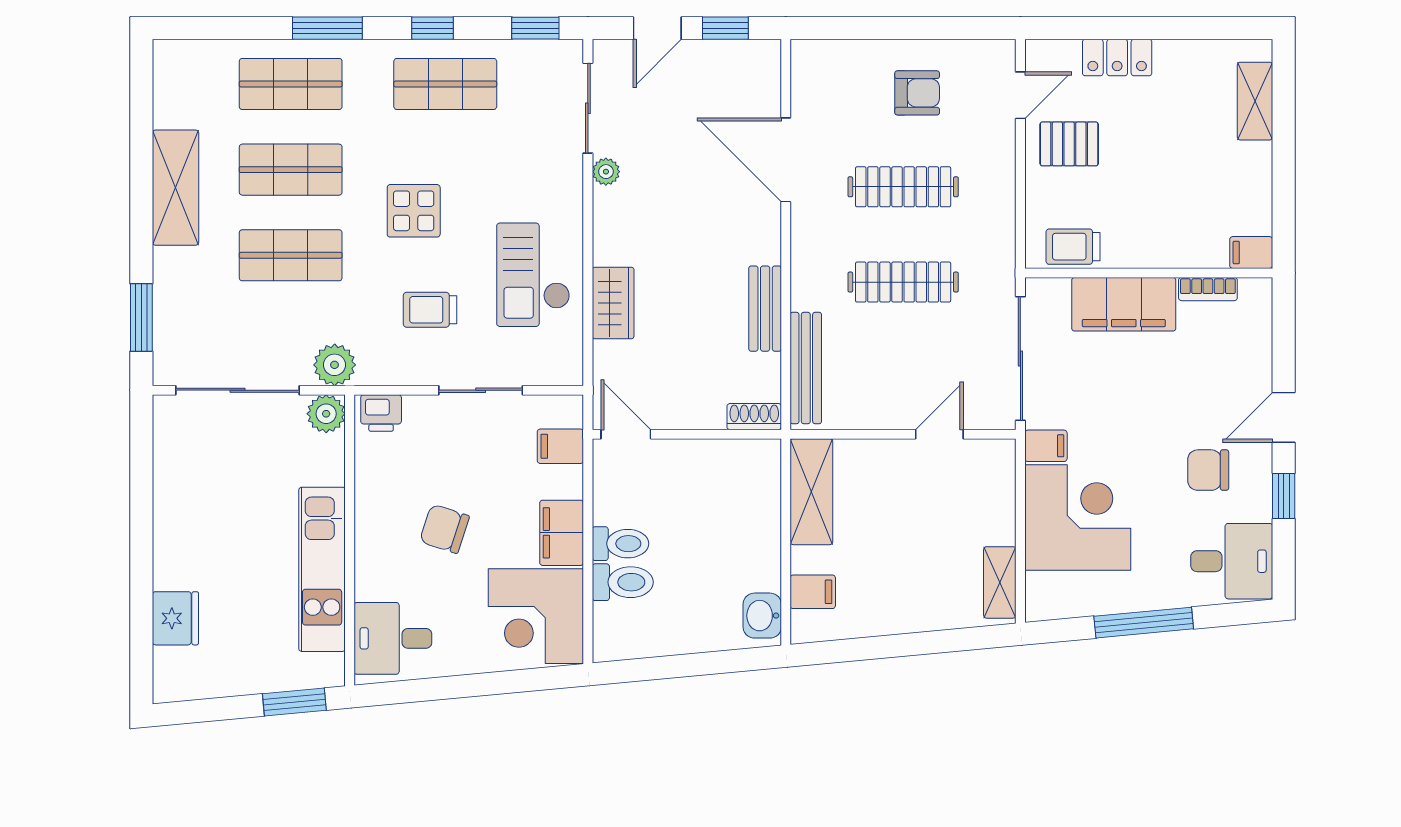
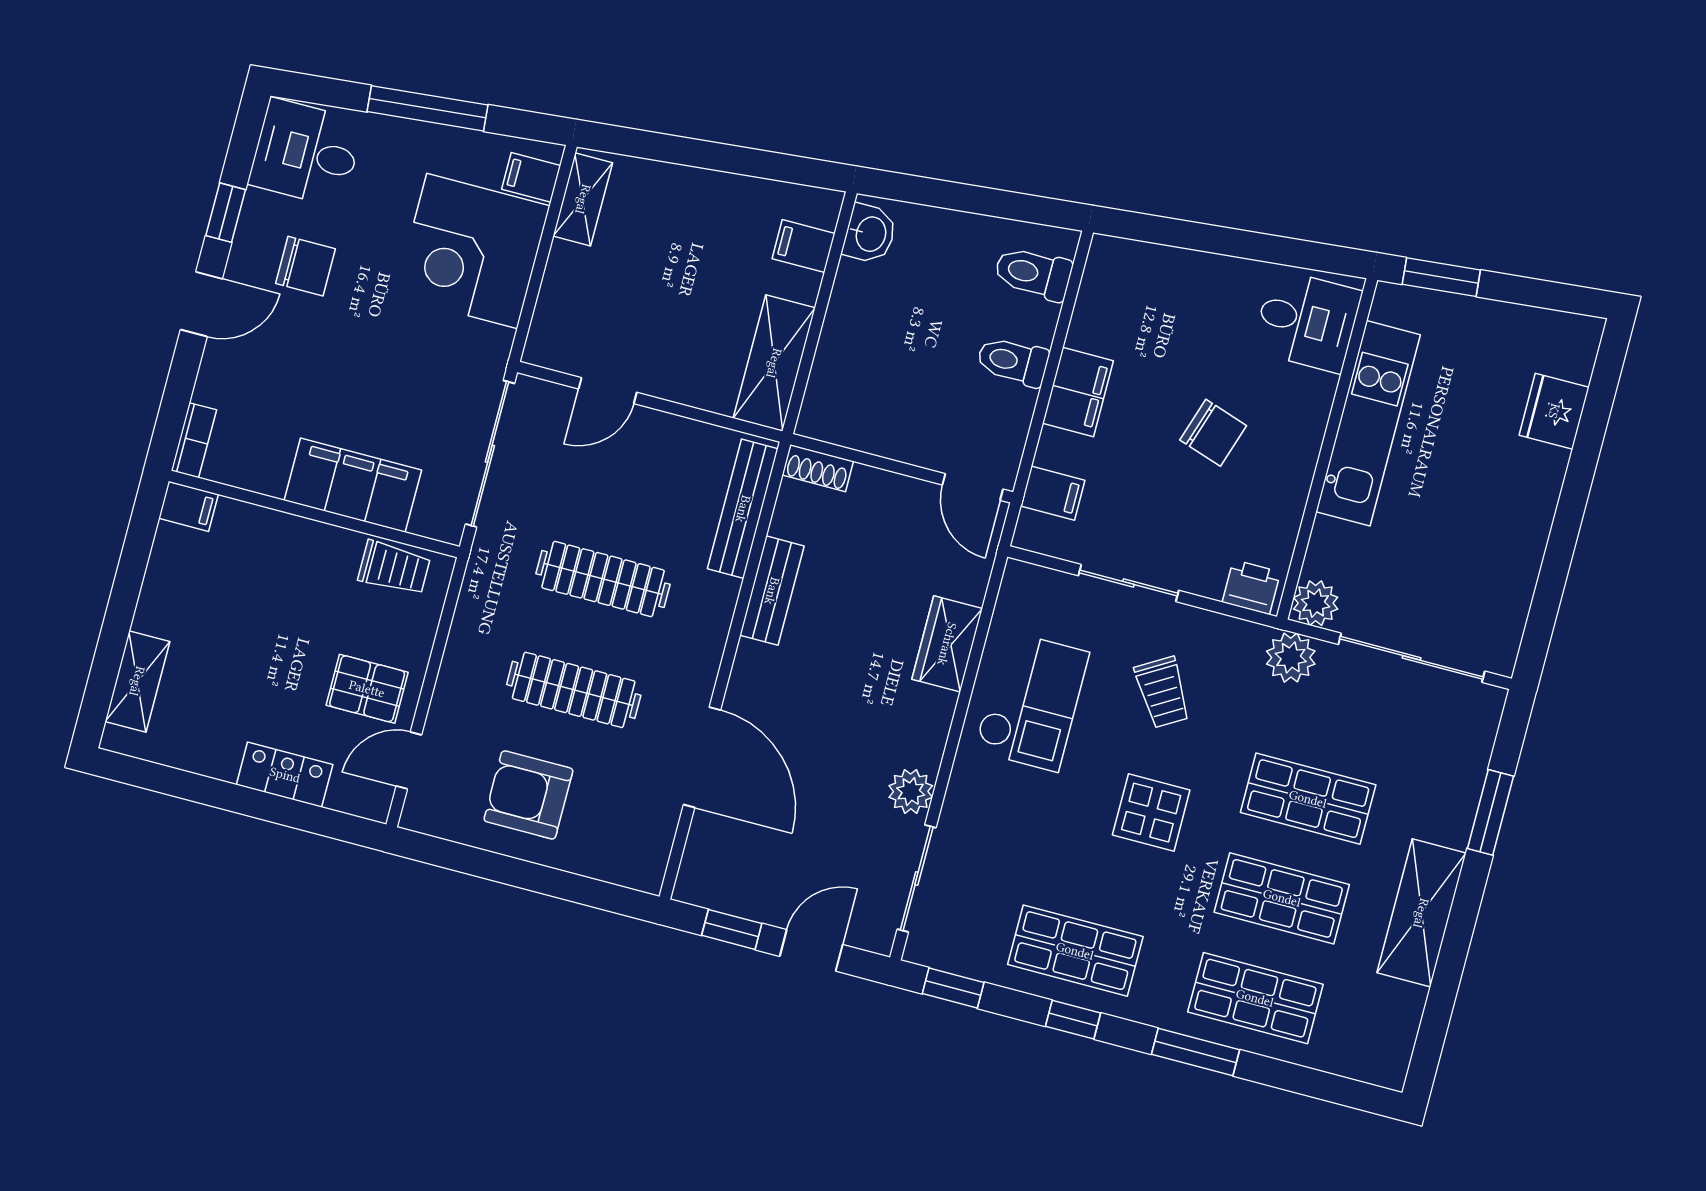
armchair: (917, 93) -> (528, 795), width x1.38, depth x1.38
plant: (606, 172) -> (911, 791), width x1.38, depth x1.38
bookcase: (1208, 289) -> (194, 440), moved, turned 90
trolley: (430, 310) -> (1163, 692), turned 59
window: (141, 318) -> (1490, 812), moved
filing cabinet: (1046, 446) -> (531, 177), moved
toilet: (623, 582) -> (1033, 273), moved
corner desk: (536, 616) -> (1133, 303), removed

